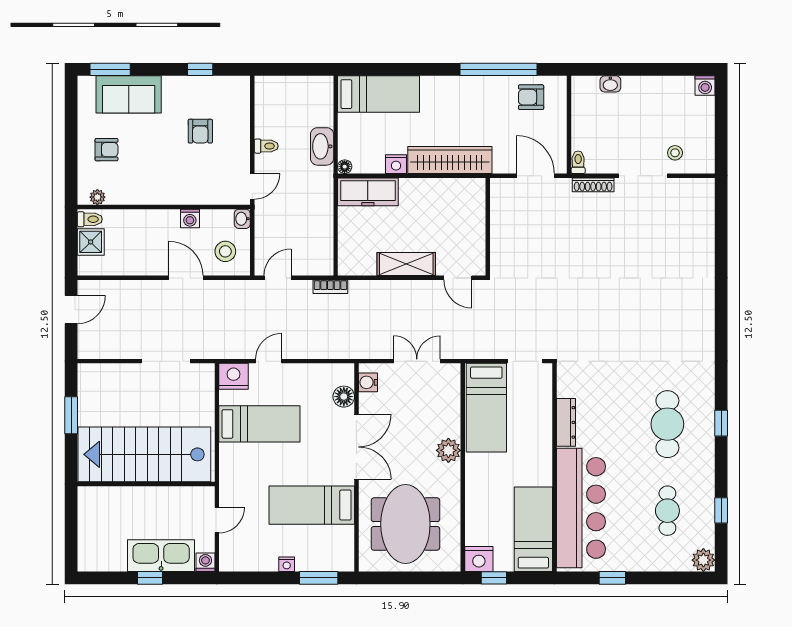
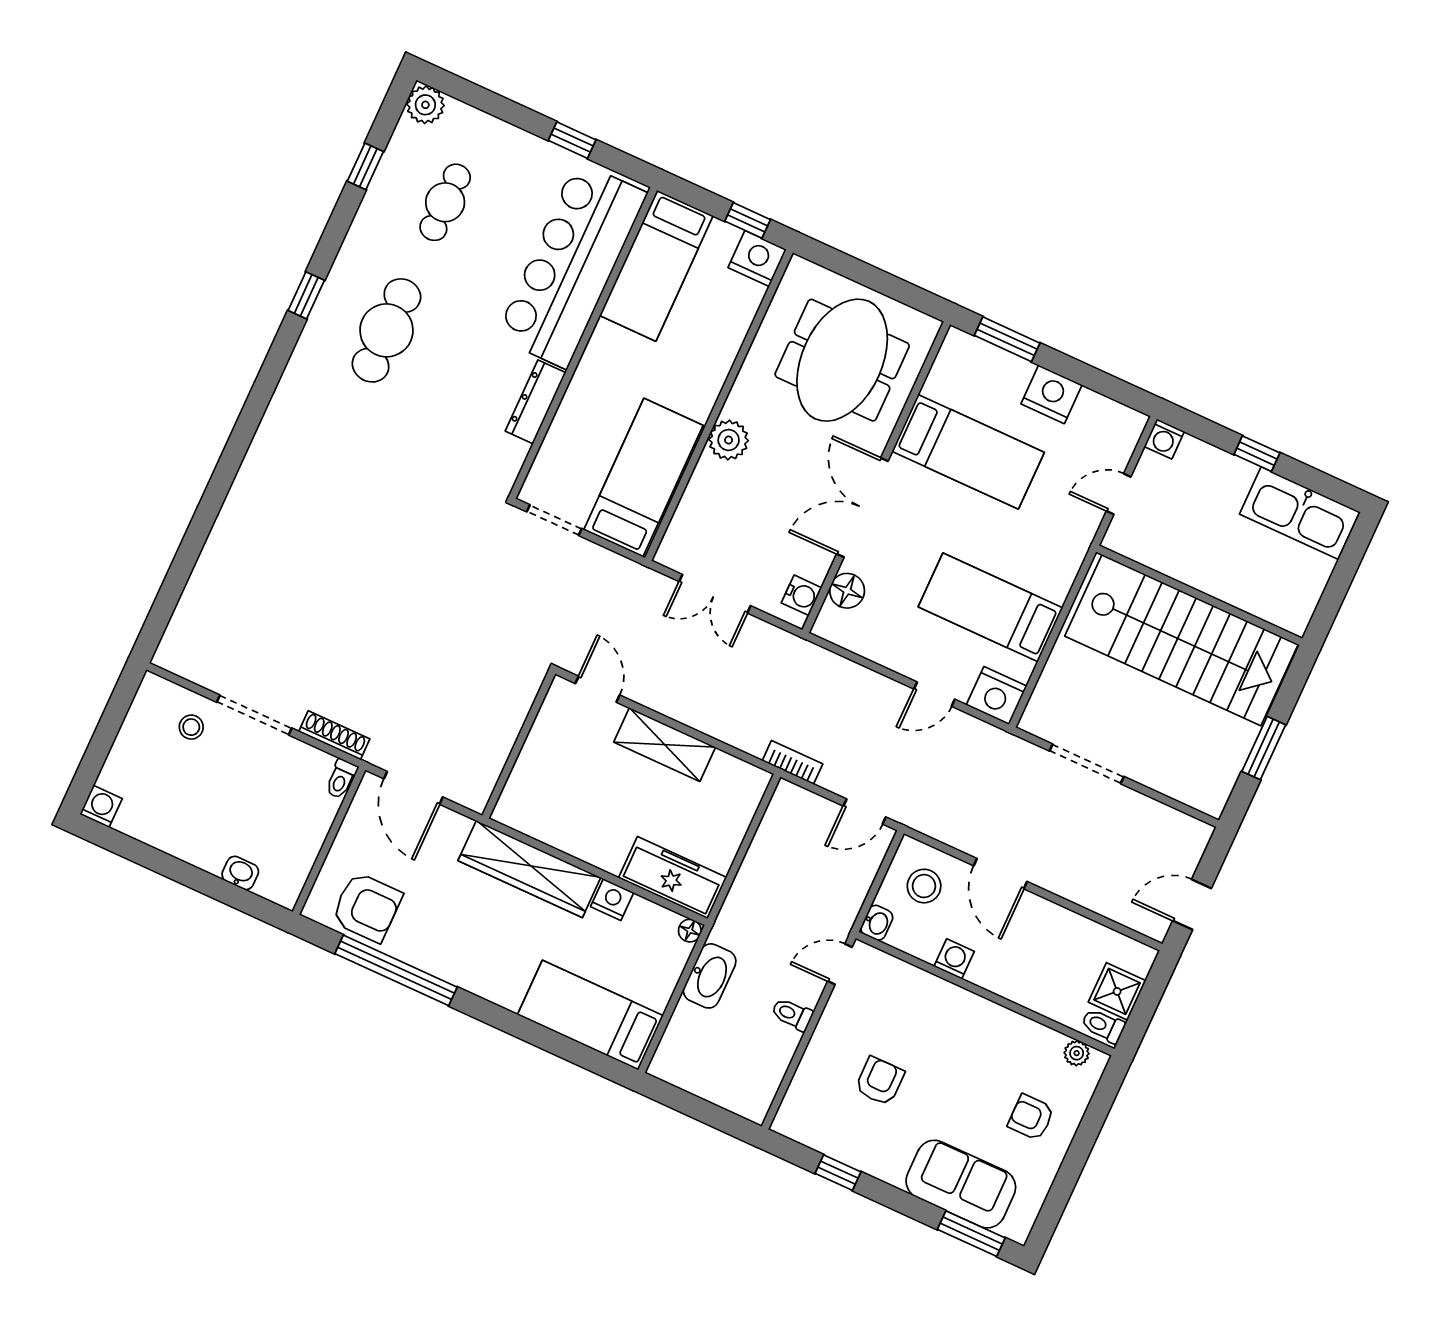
armchair: (531, 97) -> (367, 907), width x1.38, depth x1.38
kitchen sink: (161, 556) -> (1300, 513), moved
nightstand: (287, 564) -> (1052, 394), width x1.89, depth x1.79

